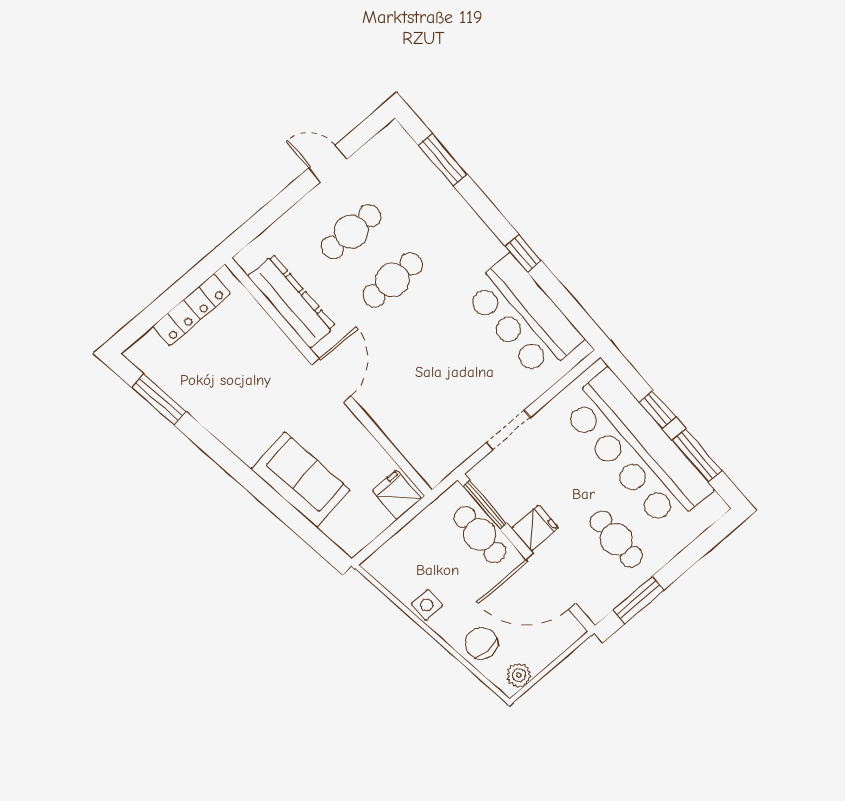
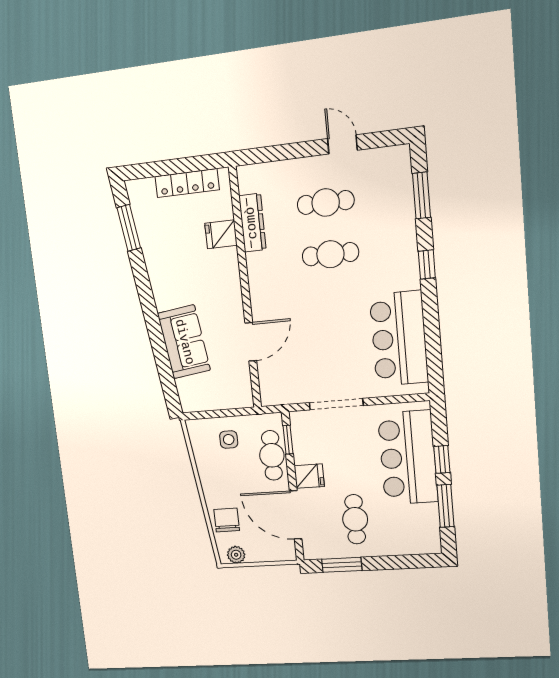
window: (523, 253) -> (427, 264), moved
dresser: (292, 301) -> (252, 223), width x0.73, depth x0.80
door: (331, 380) -> (251, 342), moved
doorway: (508, 430) -> (336, 404), width x1.38
bar counter: (636, 449) -> (408, 458), width x0.73
fridge: (397, 495) -> (221, 234), moved, turned -90
window: (485, 505) -> (288, 440), width x0.67
side table: (427, 605) -> (229, 440), moved

